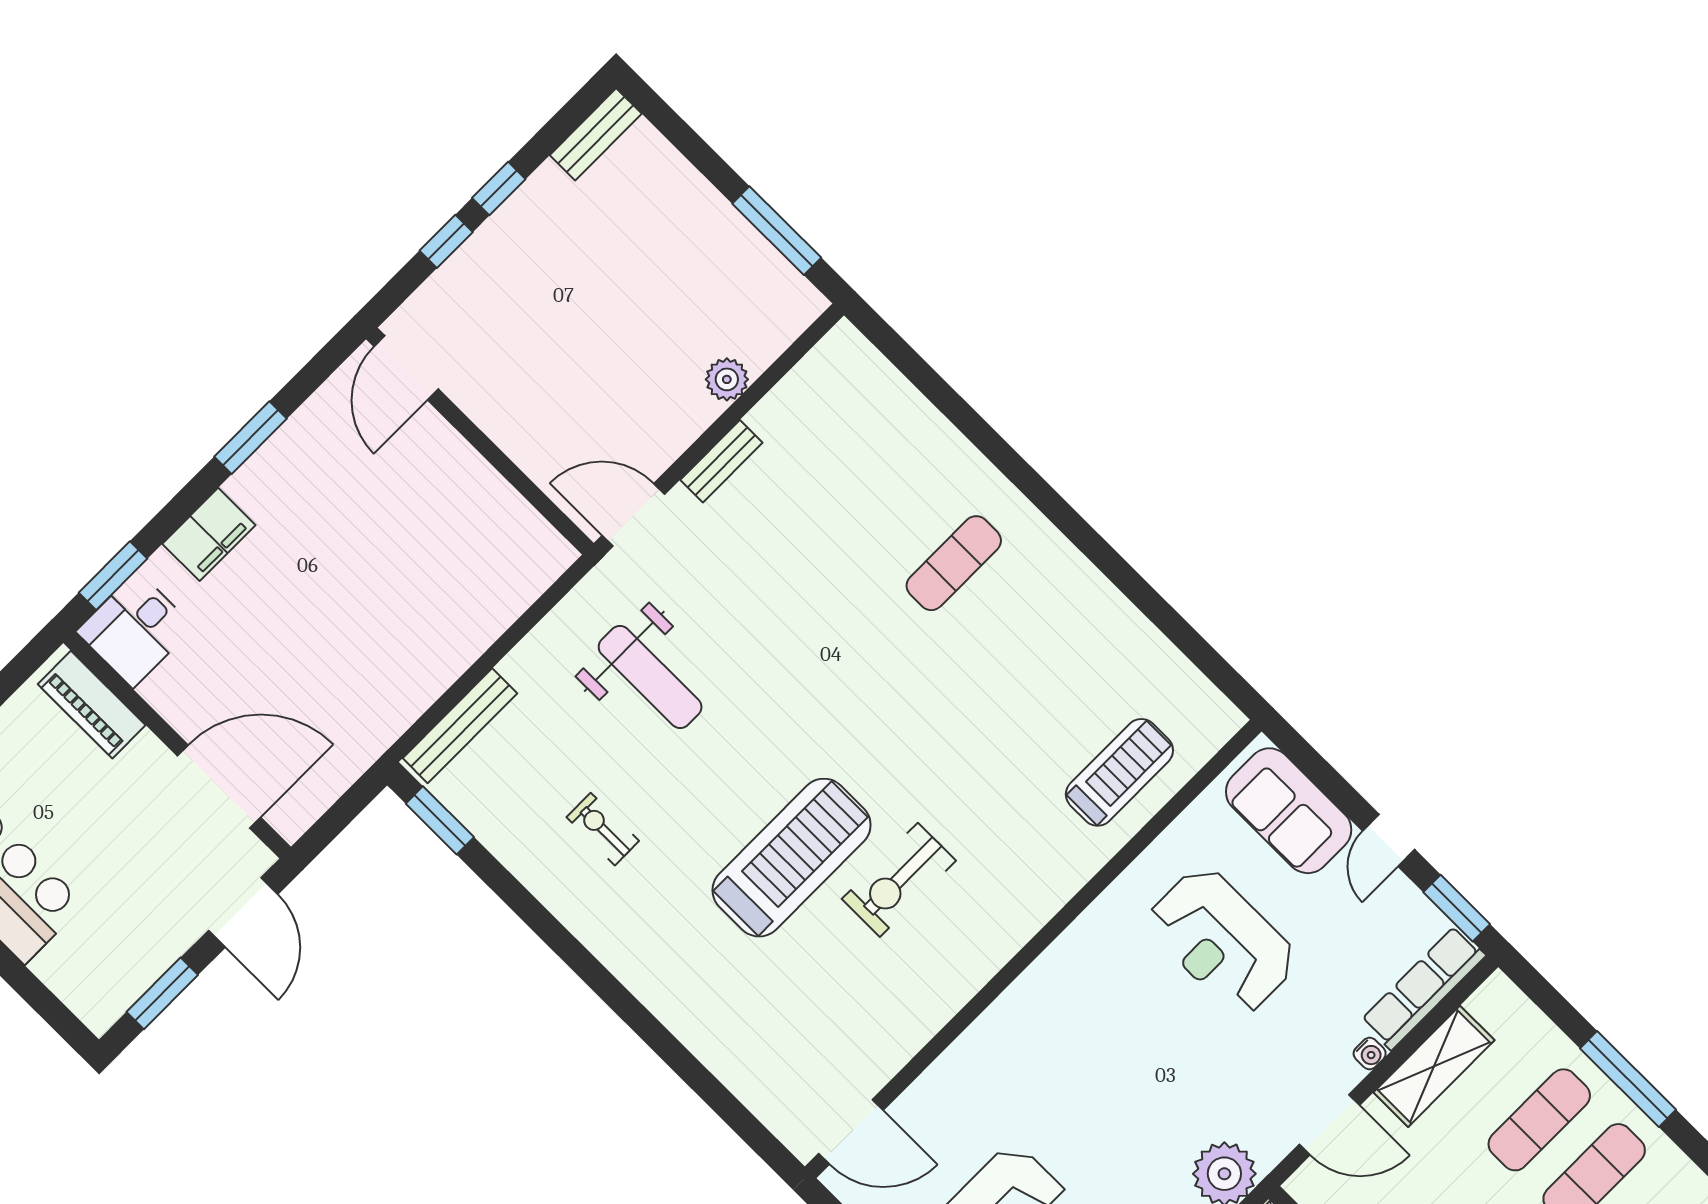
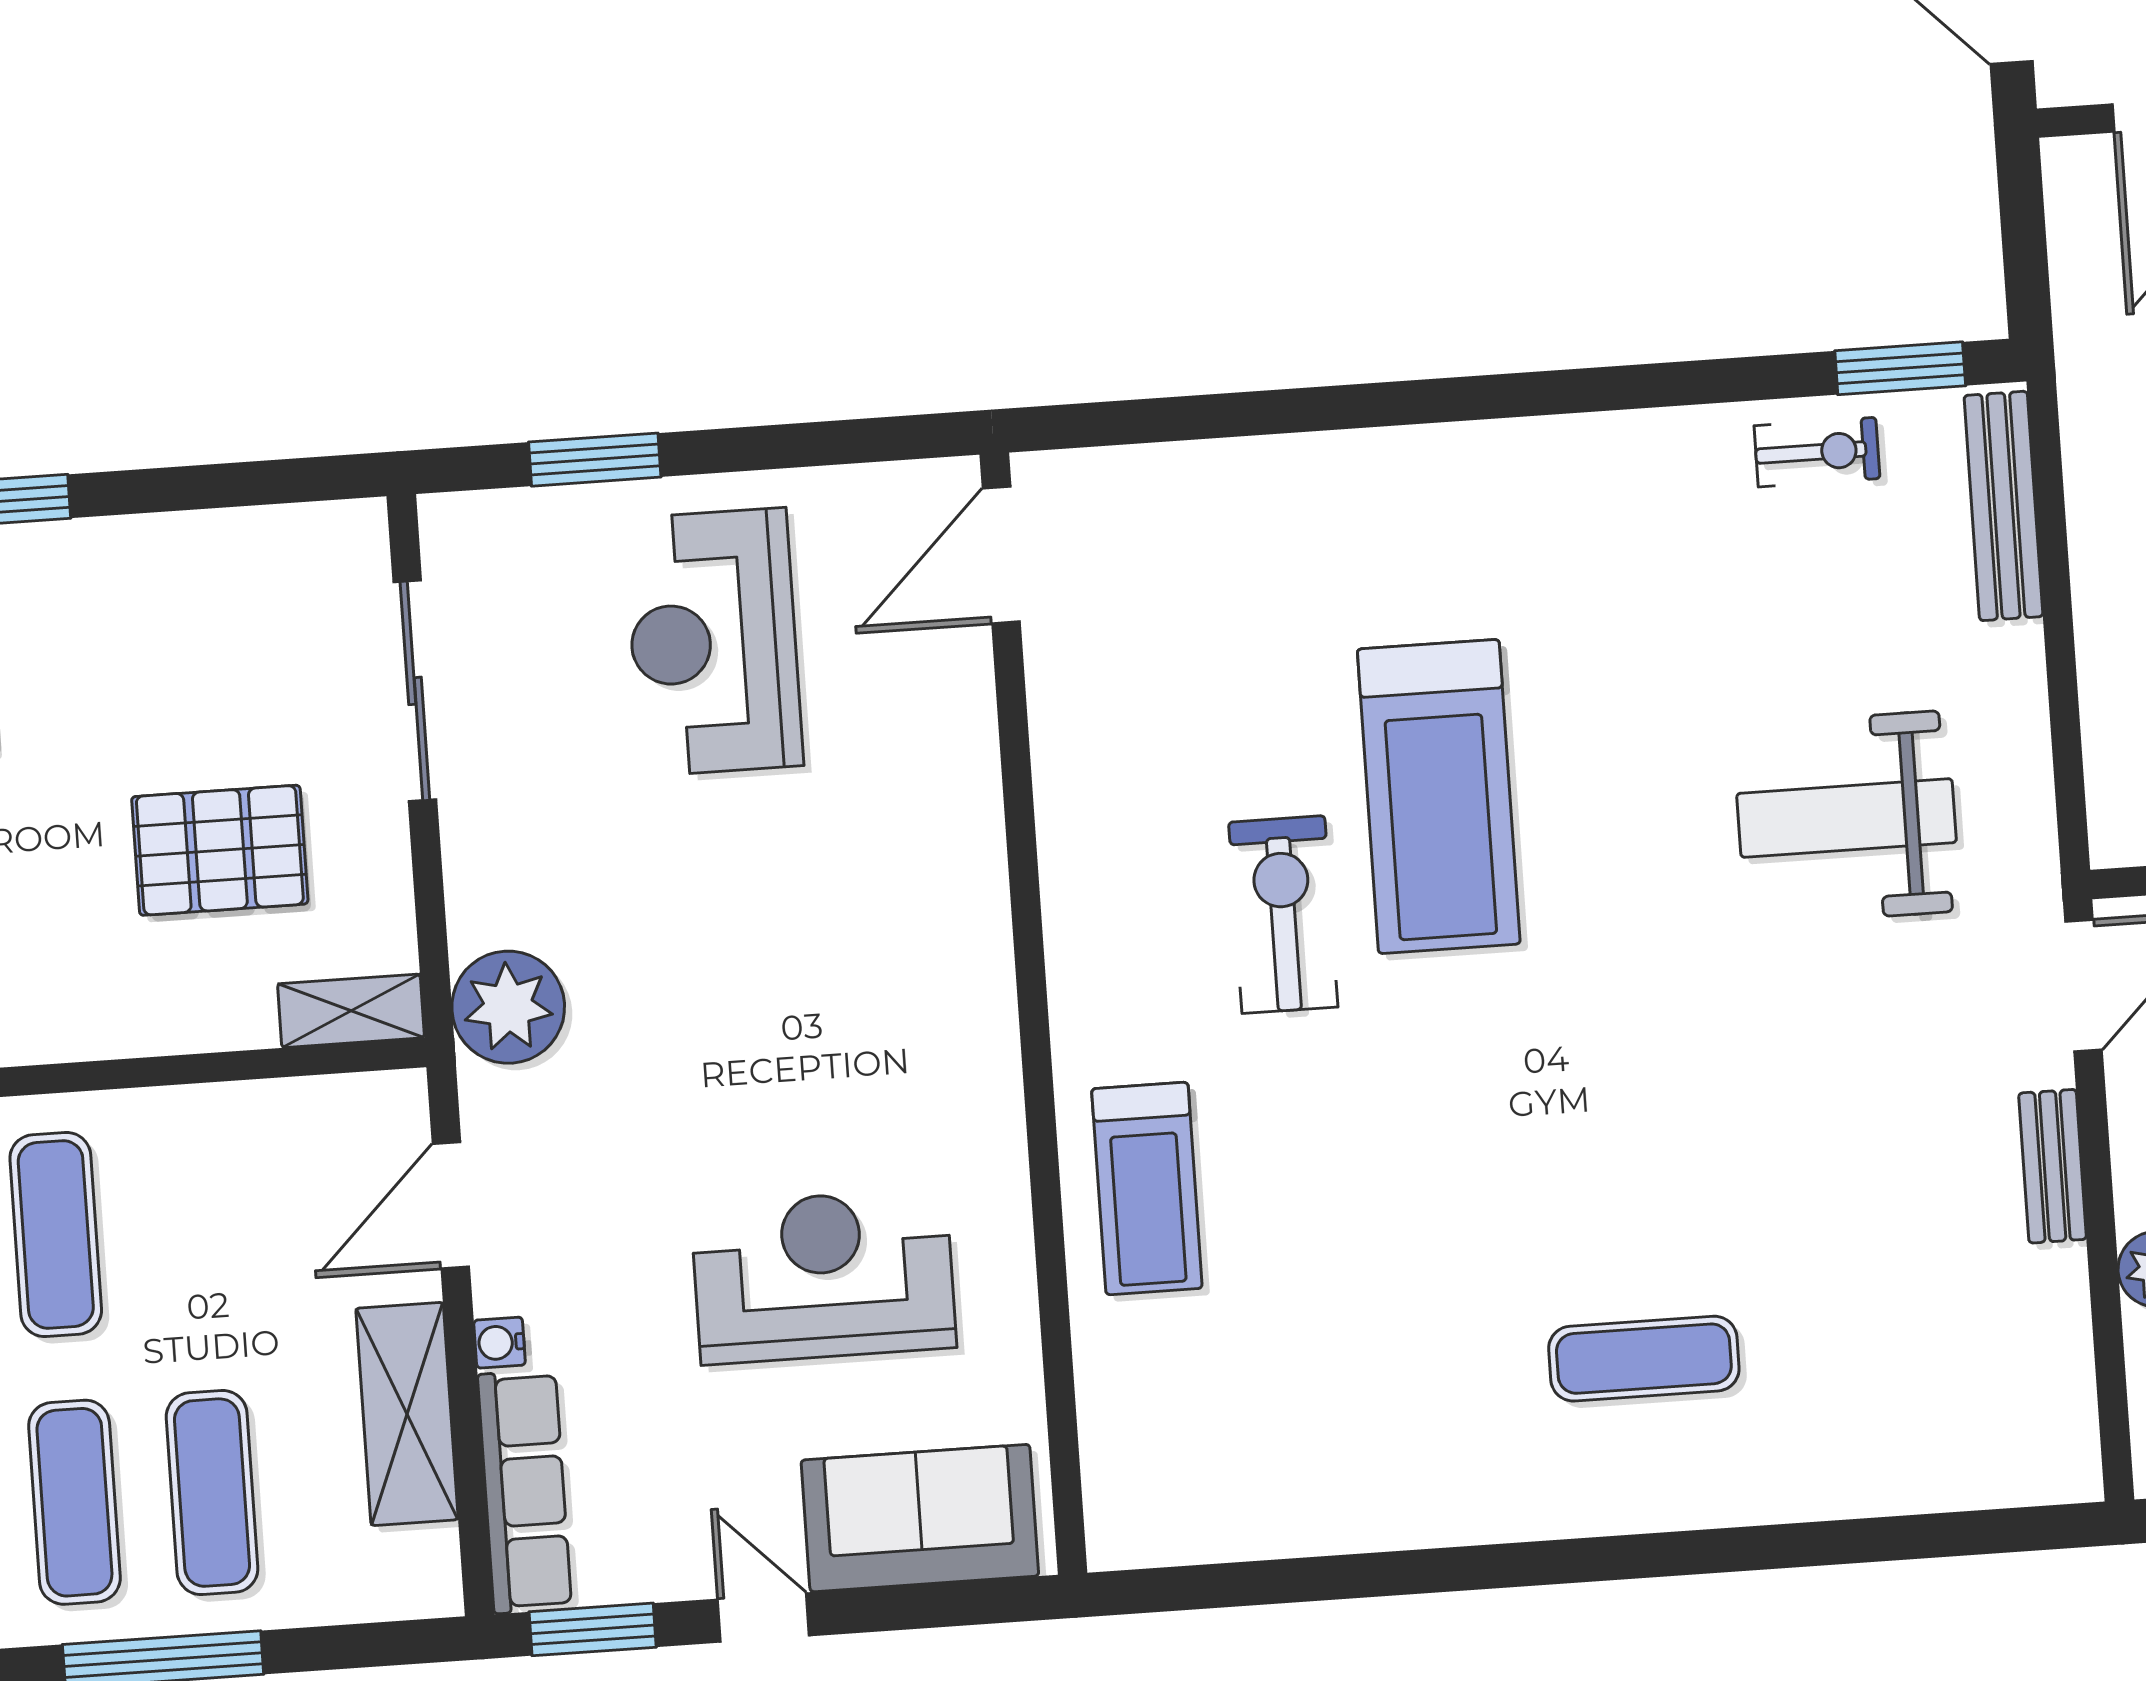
exercise mat: (954, 563) -> (1644, 1359), turned 90
treadmill: (1119, 772) -> (1147, 1189), moved
exercise bike: (603, 829) -> (1817, 452), moved

